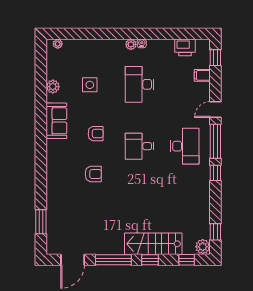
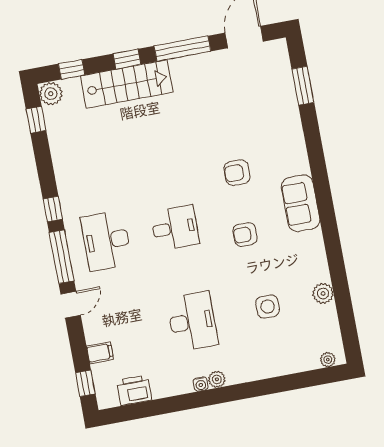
sofa: (56, 121) -> (301, 203), moved

